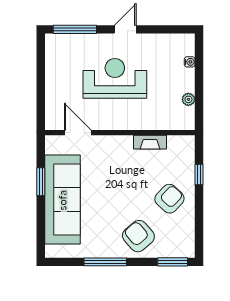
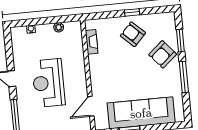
fireplace: (150, 142) -> (92, 42), moved
window: (199, 175) -> (132, 12), moved
window: (173, 262) -> (180, 40), moved

